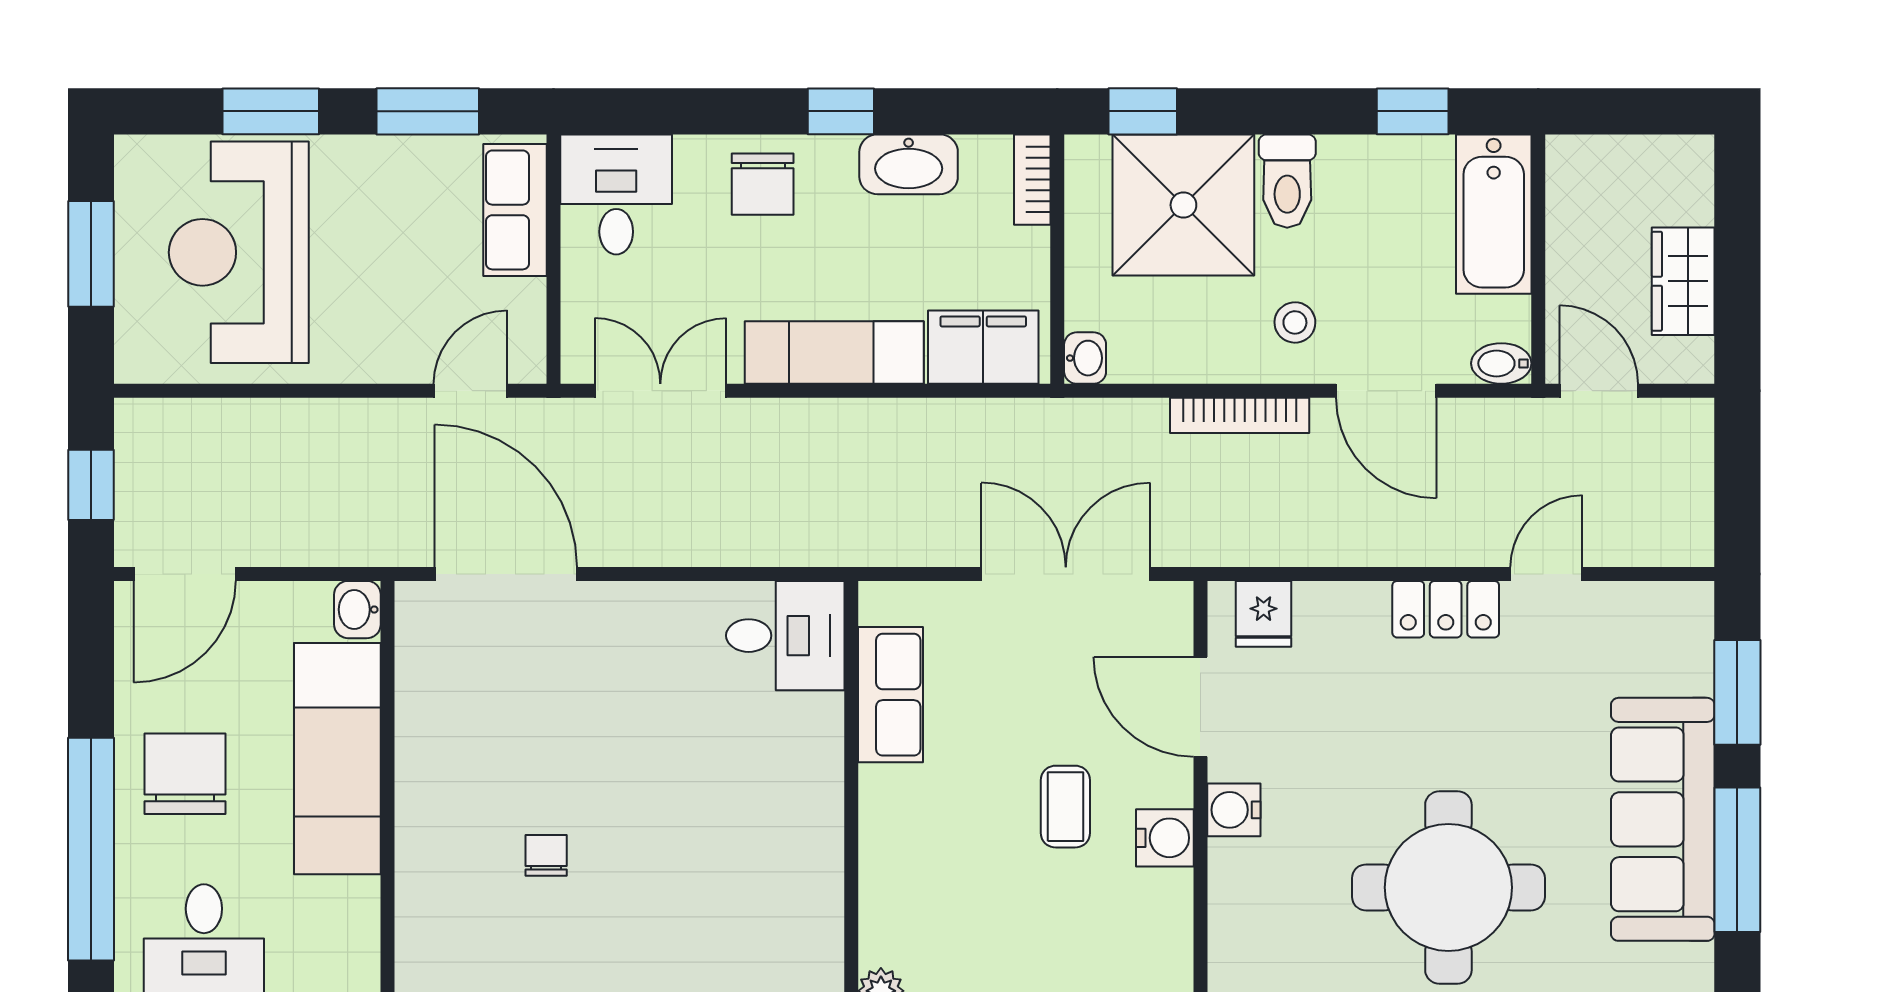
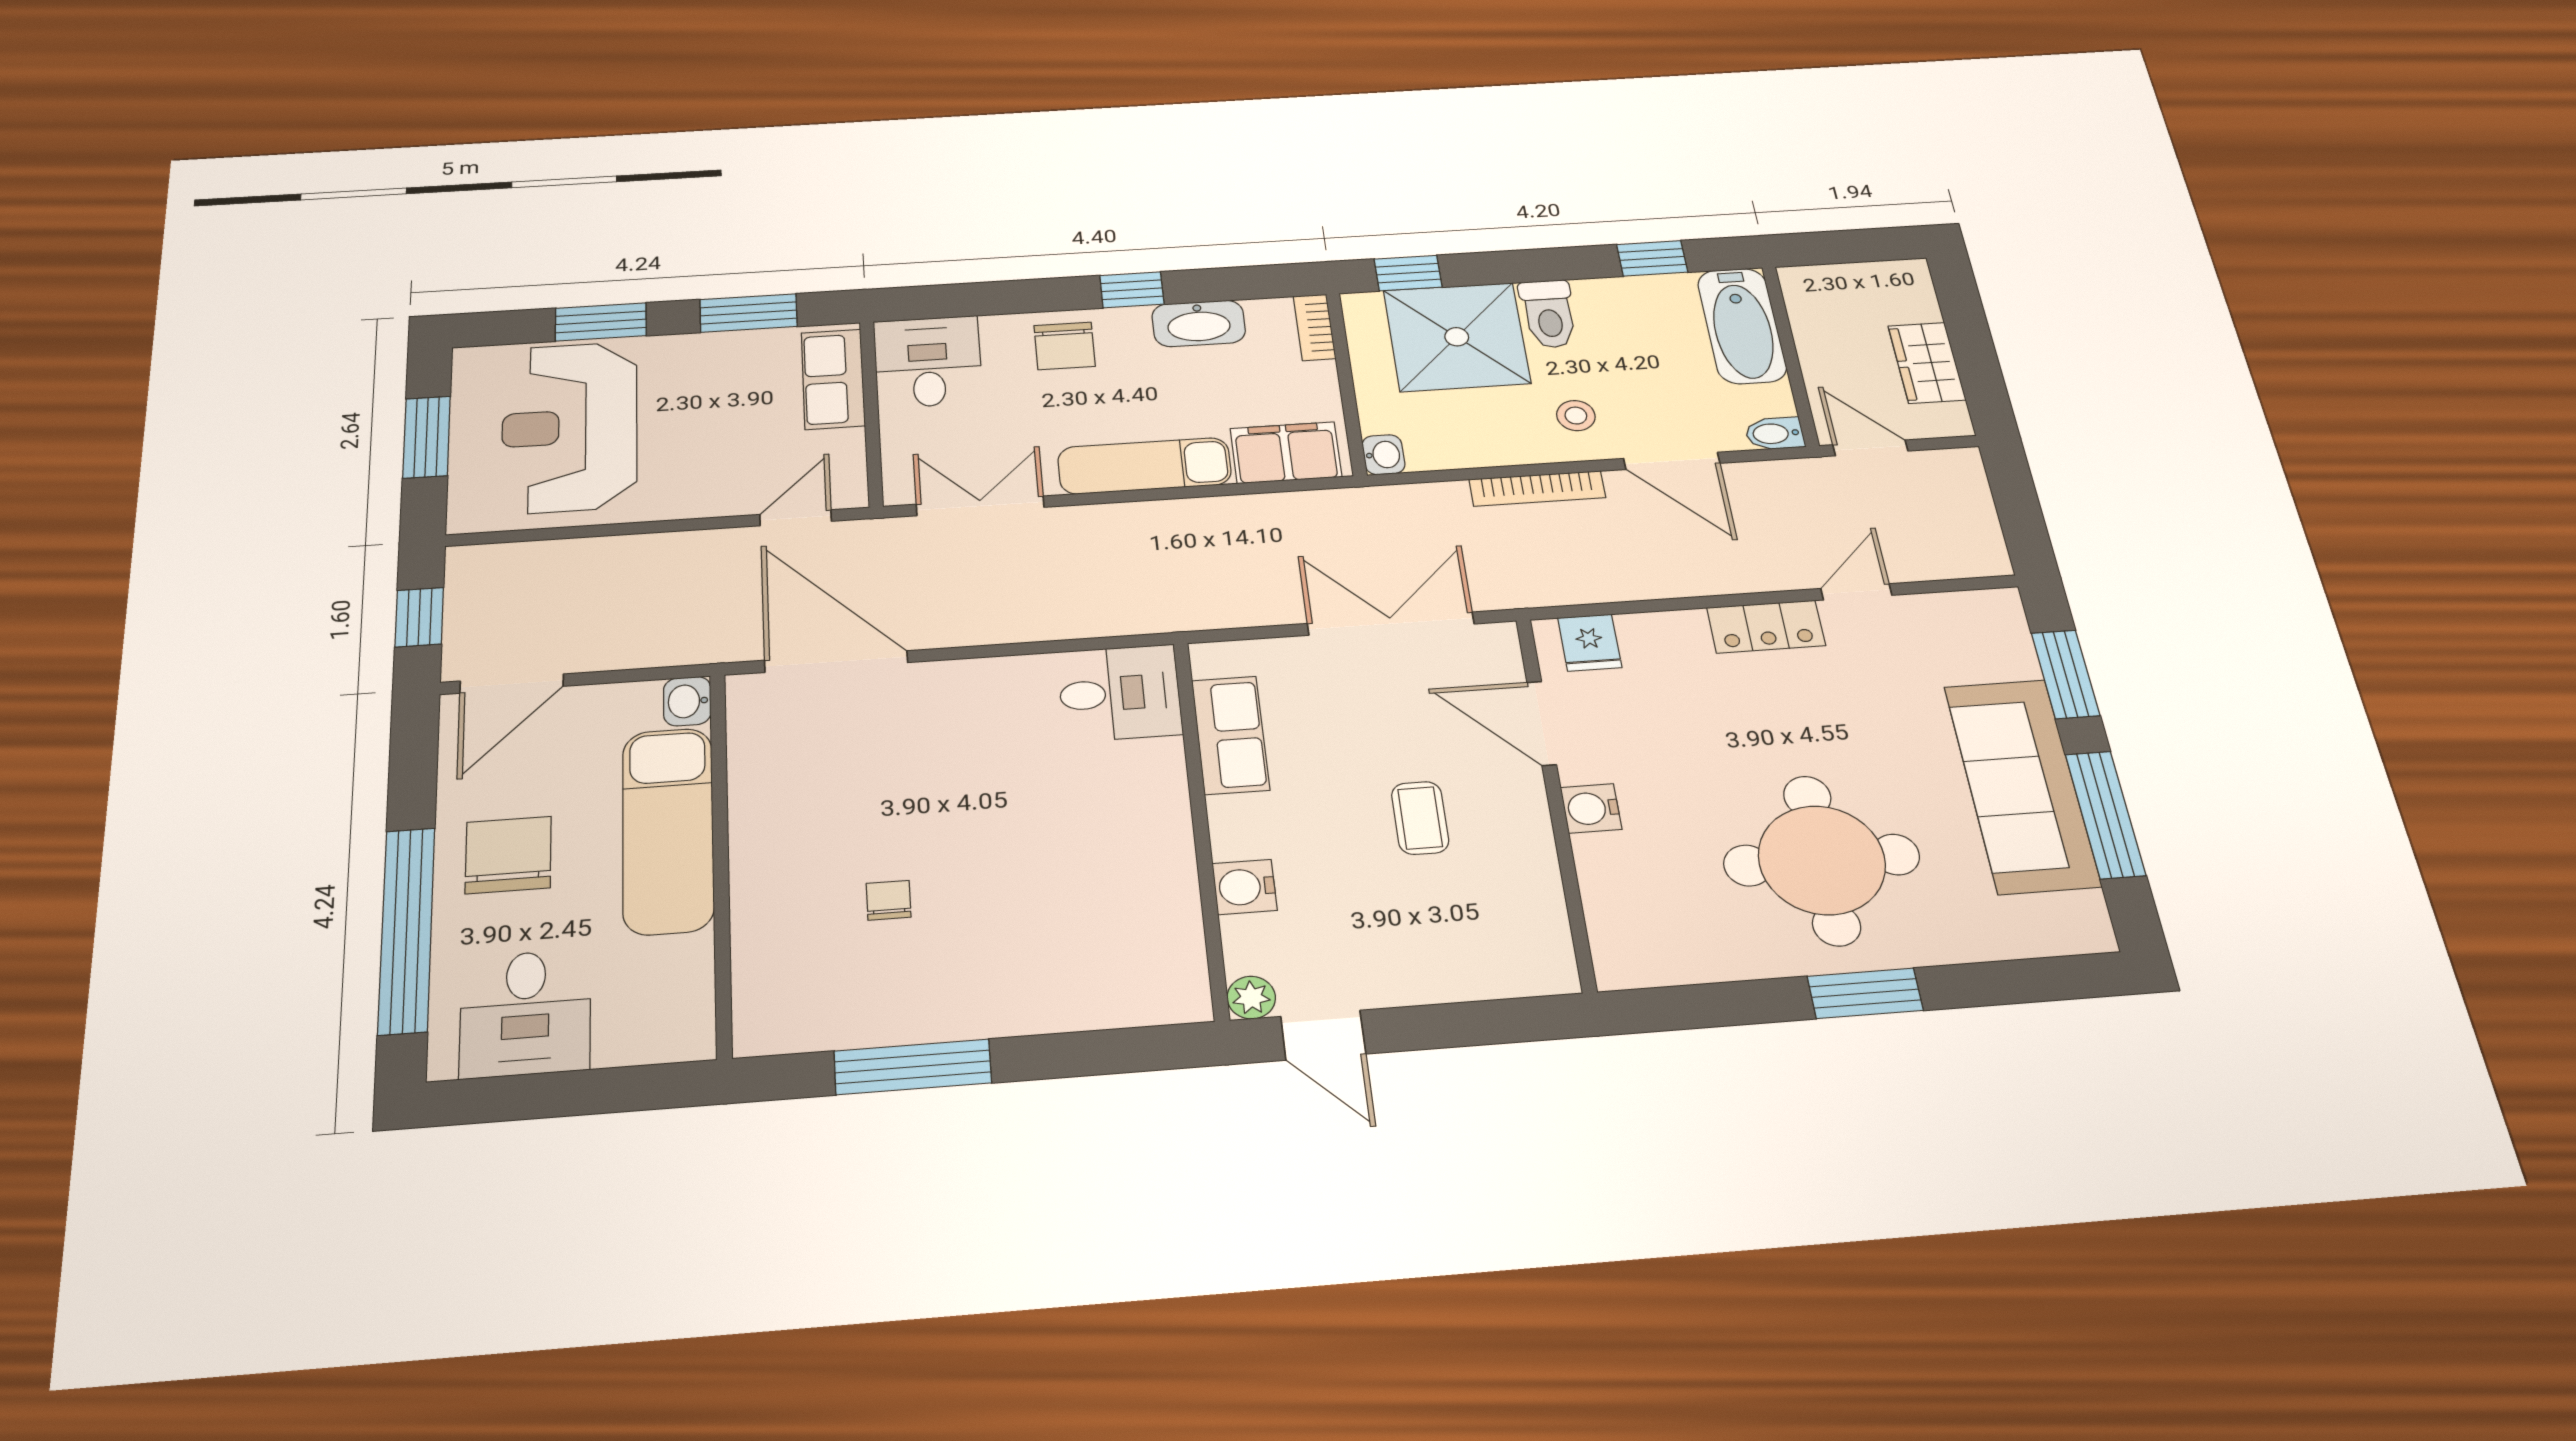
water cooler: (1165, 838) -> (1245, 887), moved, turned 180

